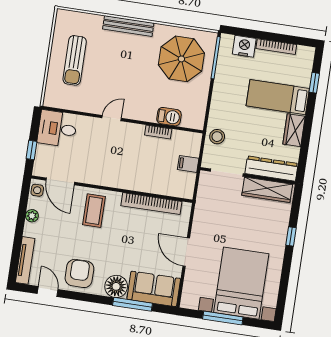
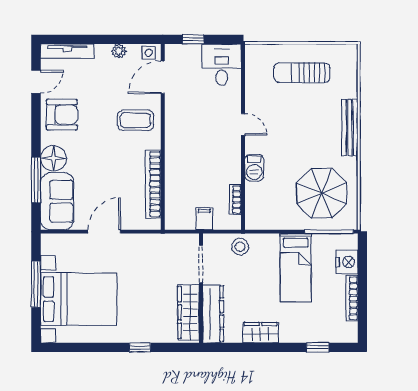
bed: (278, 97) -> (296, 268), moved, turned 180
barbecue: (169, 117) -> (254, 168), moved
bookcase: (158, 132) -> (235, 200), moved

